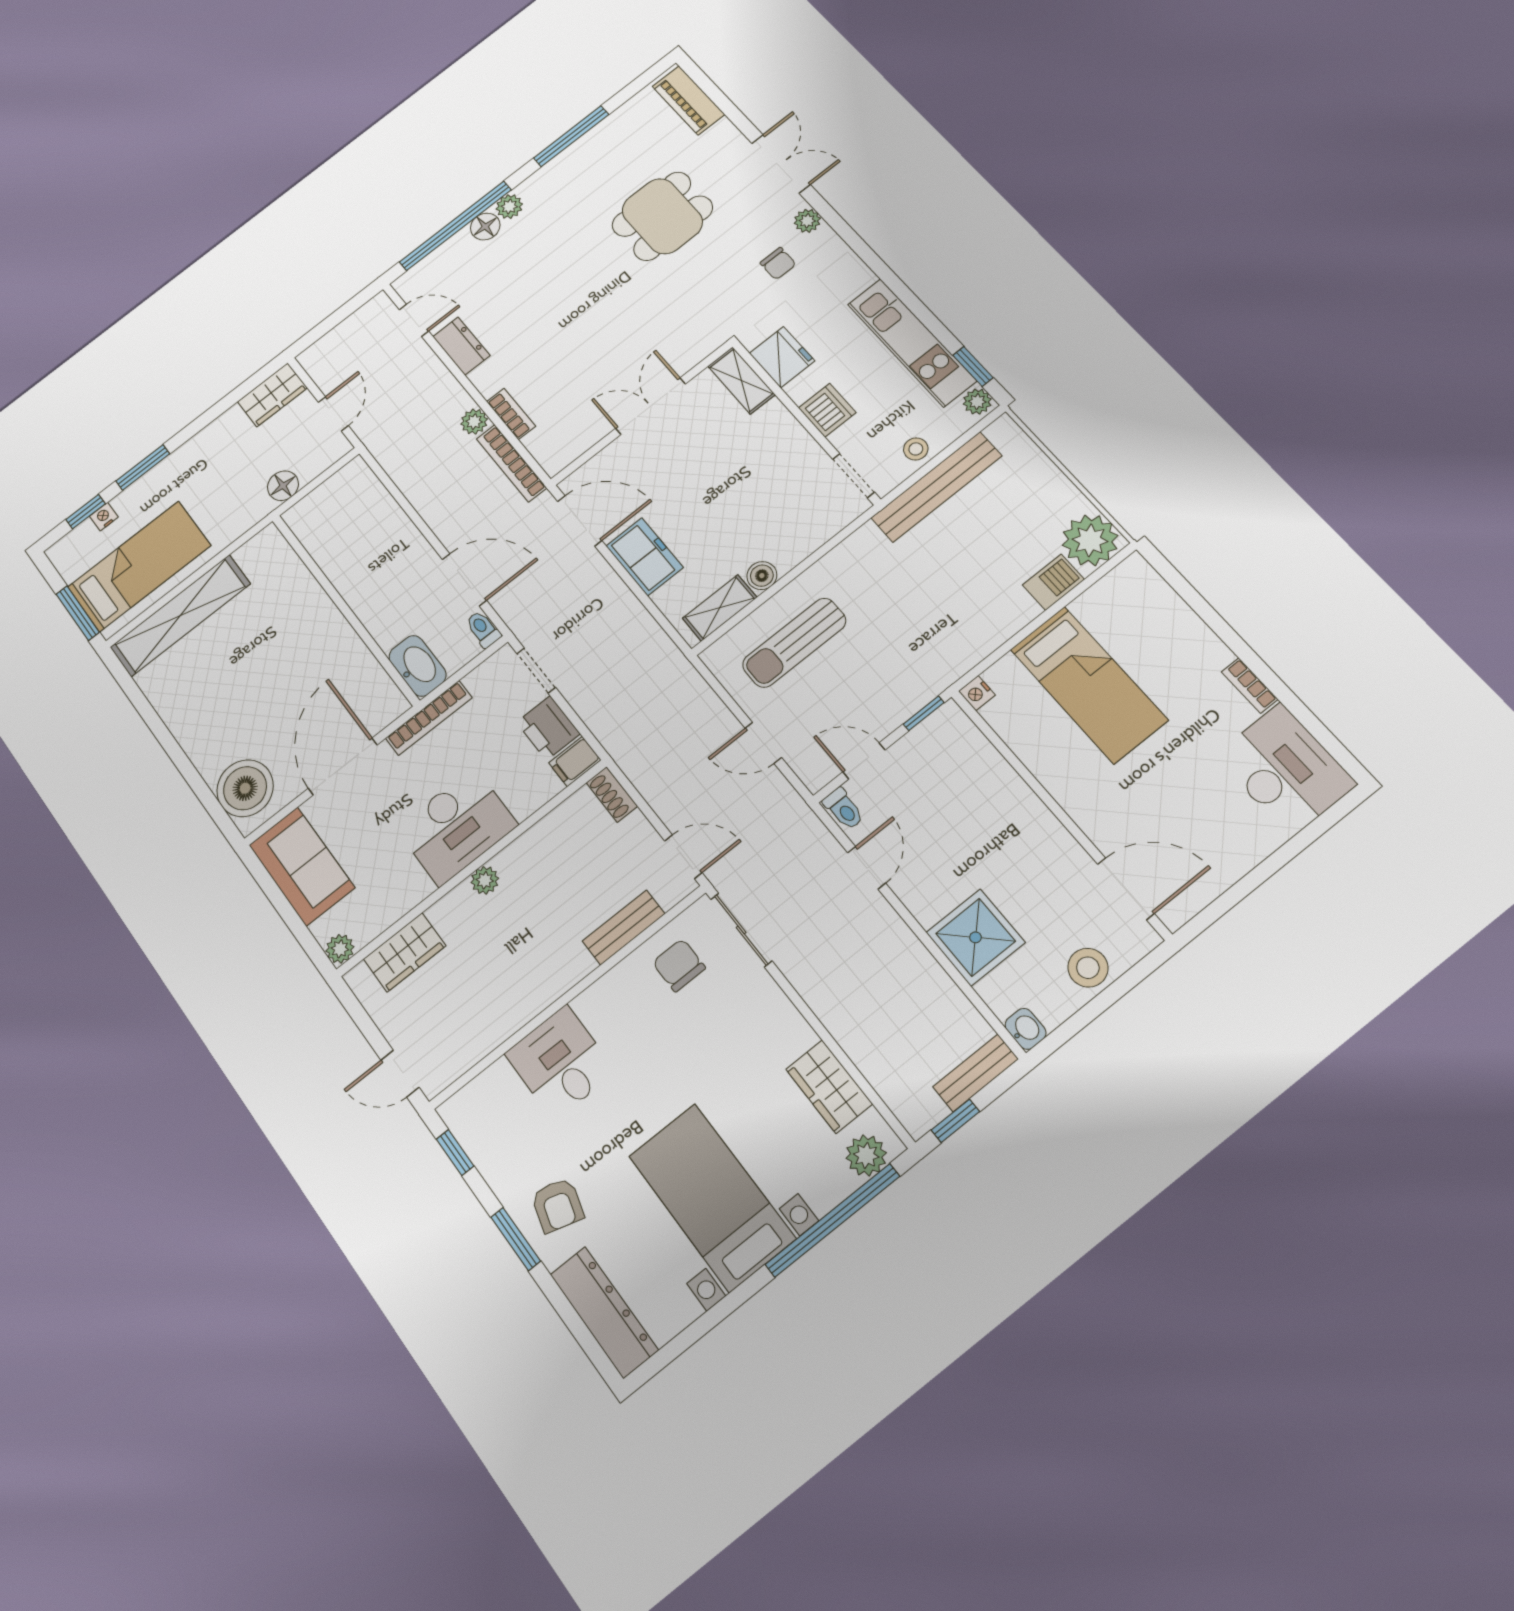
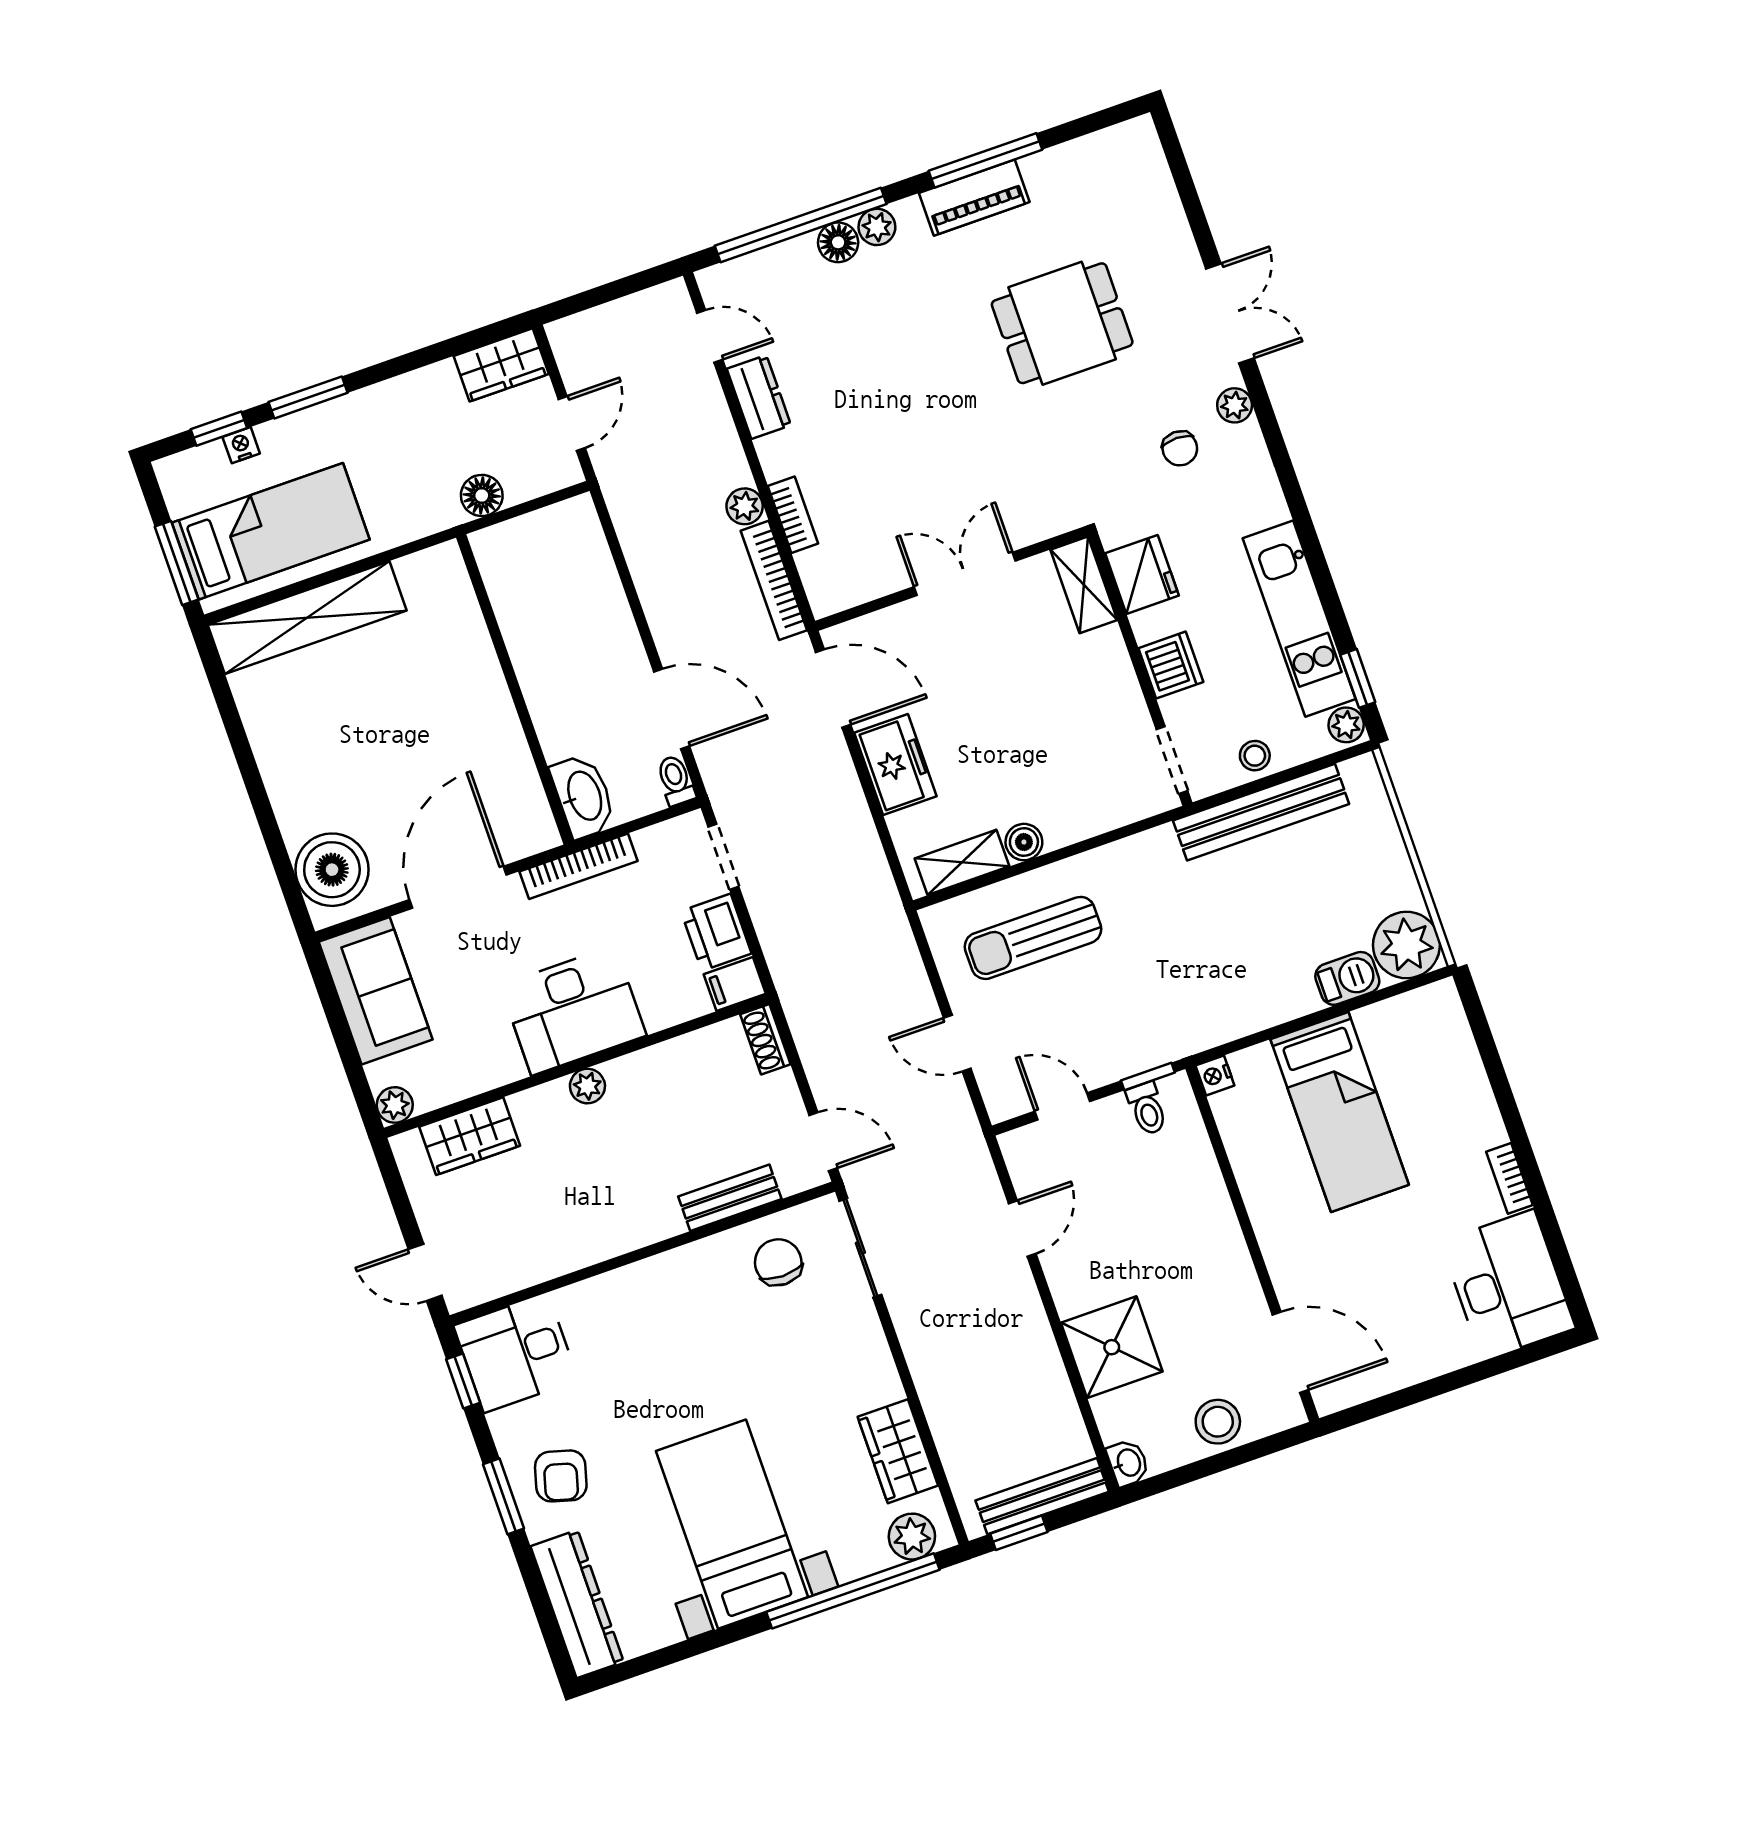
piano: (688, 100) -> (974, 198), moved, turned -90
toilet: (844, 809) -> (1147, 1109), moved
desk: (560, 1063) -> (516, 1353), moved, turned -90
bench: (976, 1073) -> (1042, 1496), width x1.36

